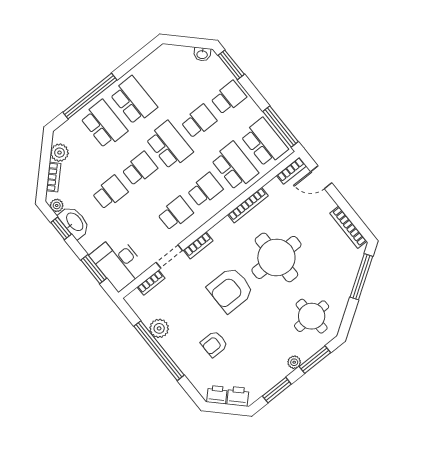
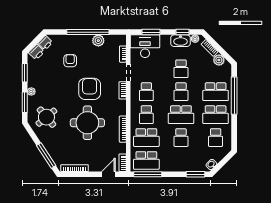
school desk: (228, 98) -> (216, 138), moved
round table: (312, 316) -> (46, 117), turned -38

